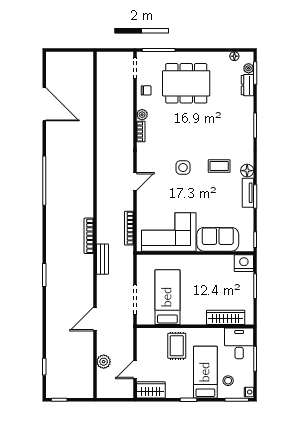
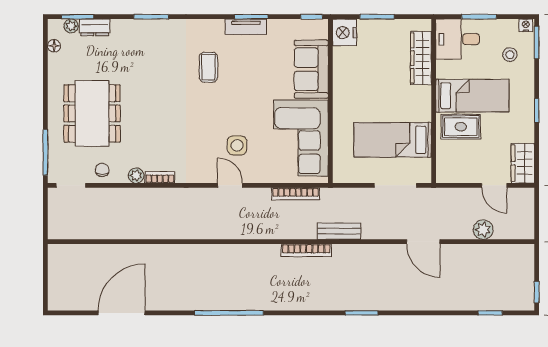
side table: (183, 167) -> (237, 145), moved
floor lamp: (247, 171) -> (215, 28), removed
bed: (205, 372) -> (472, 96), moved, turned 180

